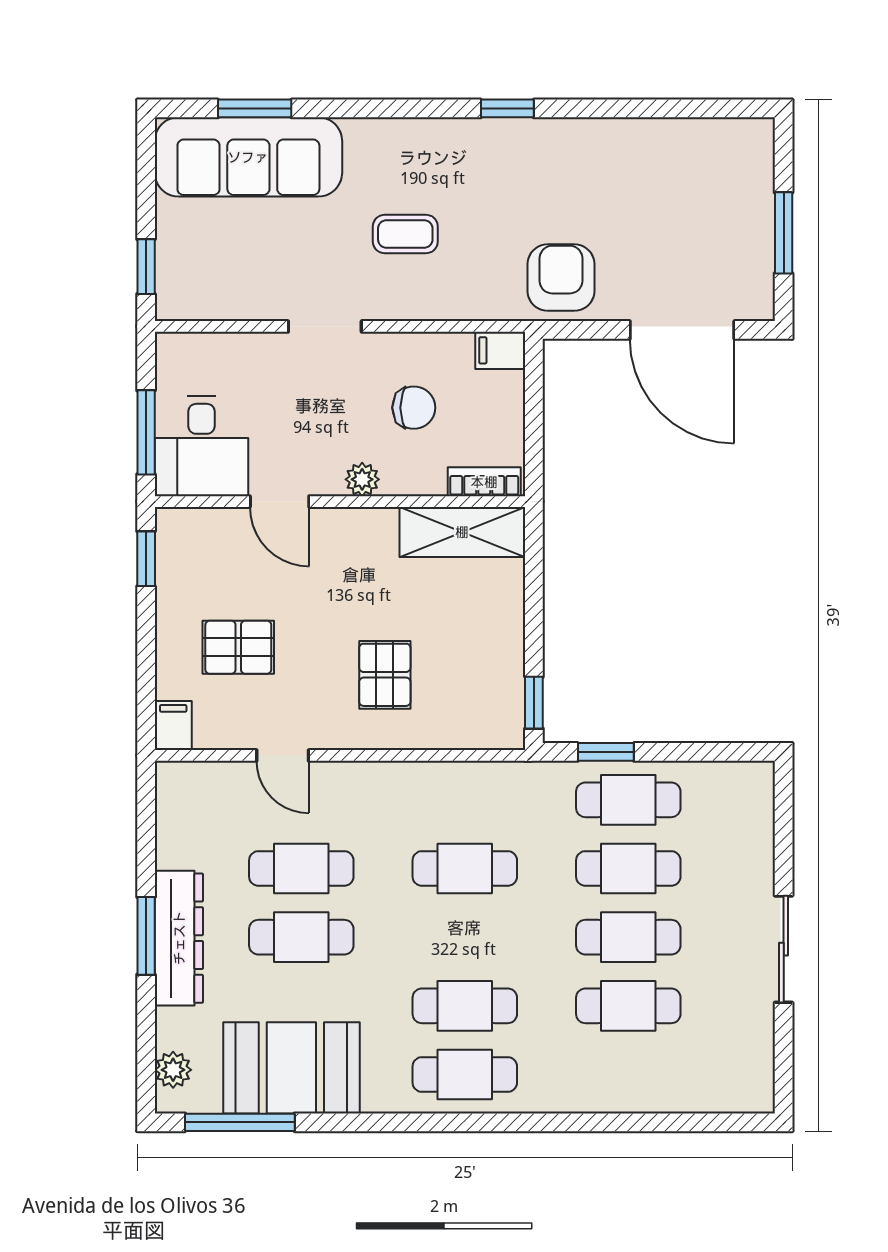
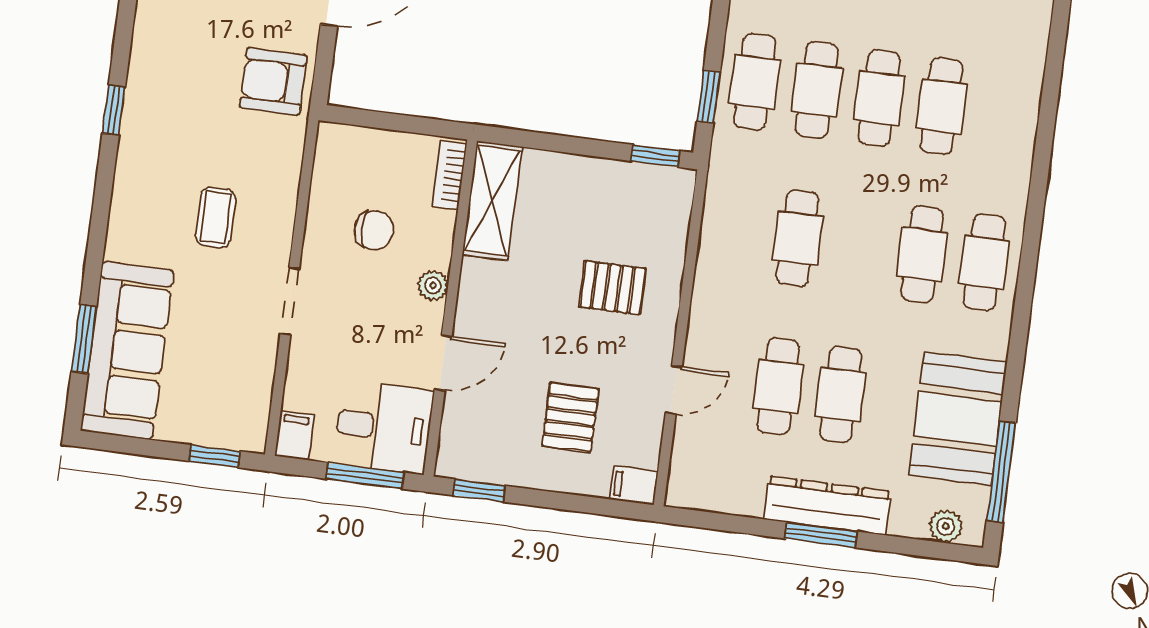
filing cabinet: (500, 350) -> (294, 435), moved, turned 180
chair: (414, 408) -> (374, 230), turned 90

